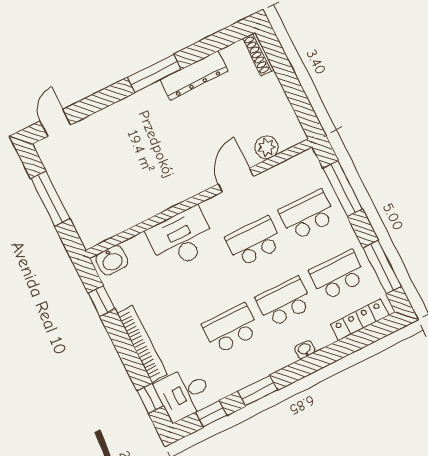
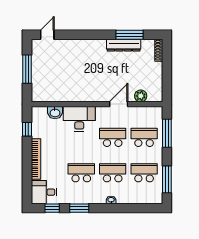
window: (154, 73) -> (129, 35), moved
washbasin: (112, 260) -> (55, 113), moved
locker: (360, 320) -> (144, 199), removed
window: (150, 398) -> (27, 186), removed

